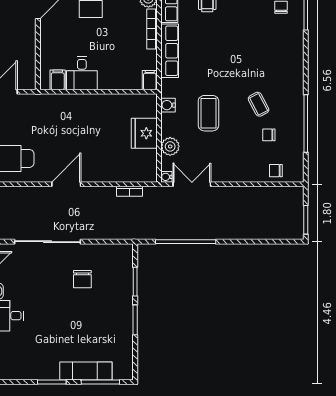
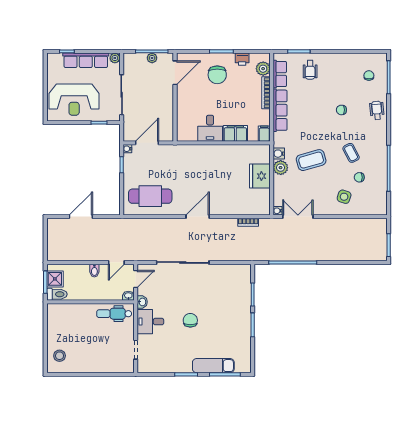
wheelchair: (291, 51) -> (377, 110), added
filing cabinet: (58, 80) -> (235, 133), moved, width x2.00
coffee table: (208, 113) -> (311, 160), turned 74
plant: (170, 146) -> (281, 168), moved
side table: (250, 159) -> (344, 197), added
chair: (276, 171) -> (341, 110), moved
chair: (82, 279) -> (190, 320), moved, turned 180

